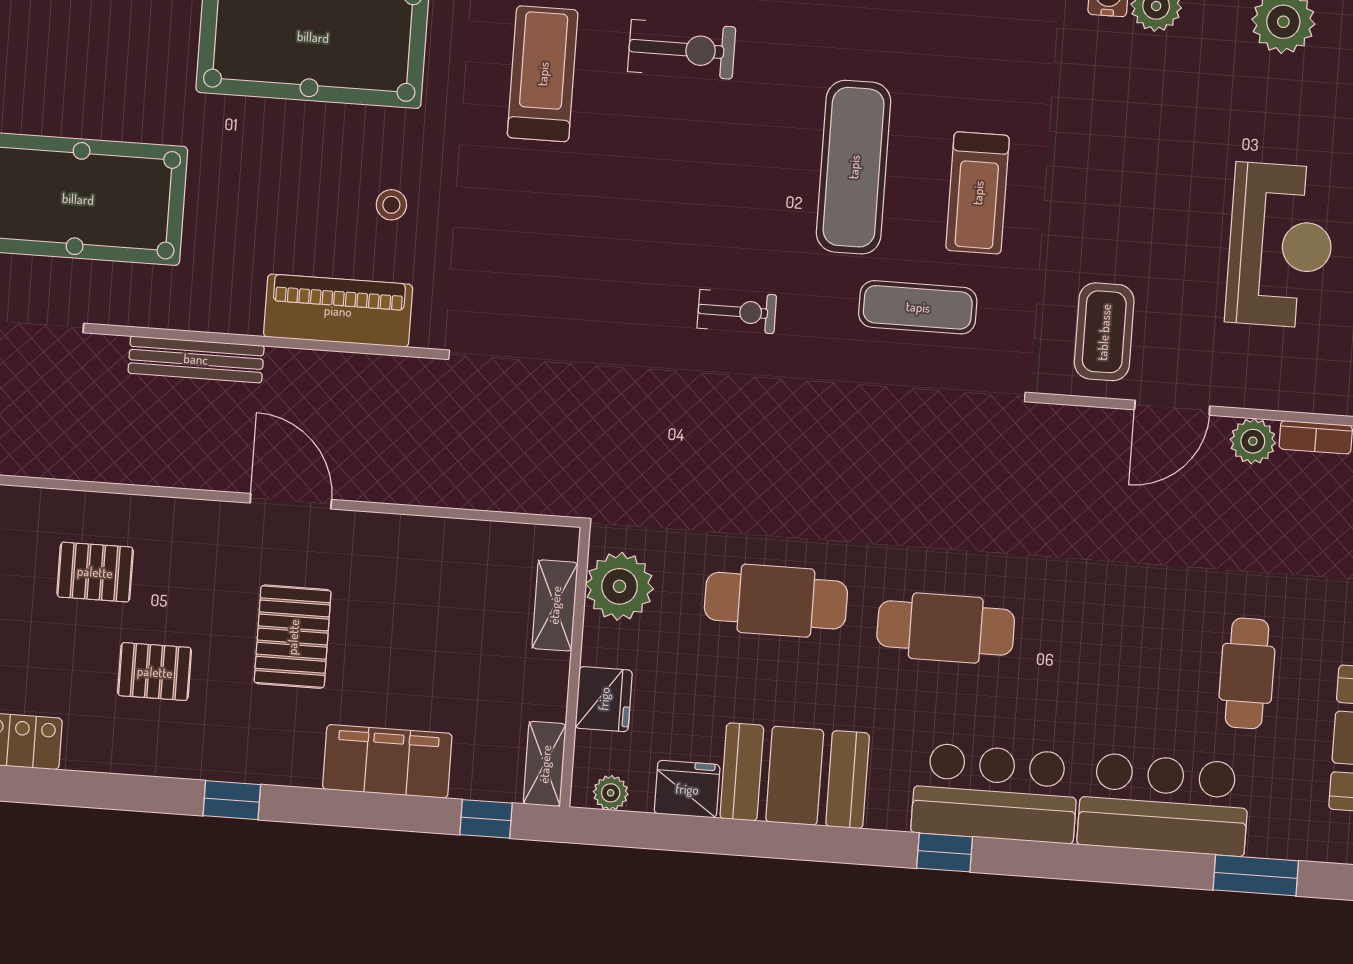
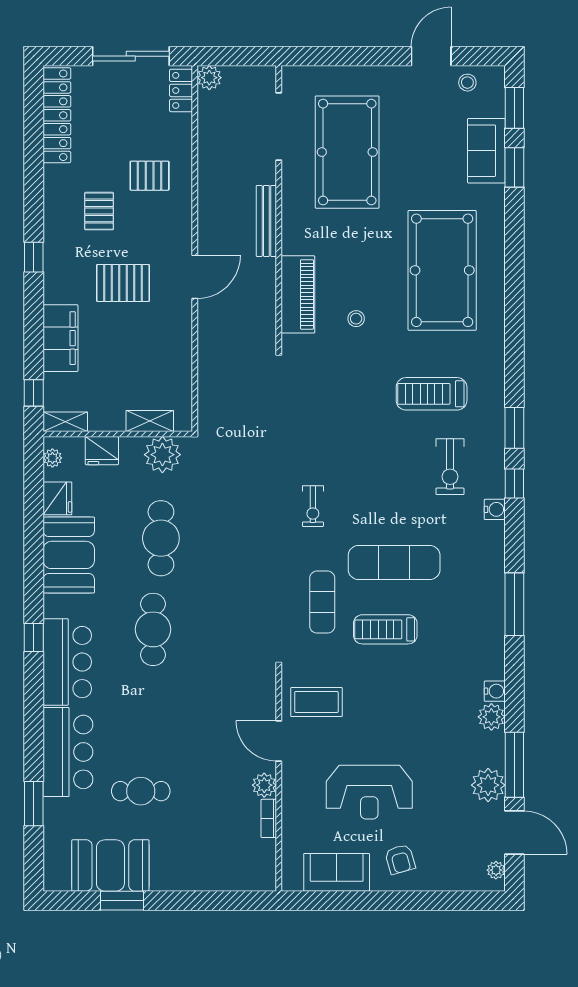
treadmill: (543, 74) -> (432, 394), turned 180
pallet: (95, 572) -> (150, 176), turned 90

